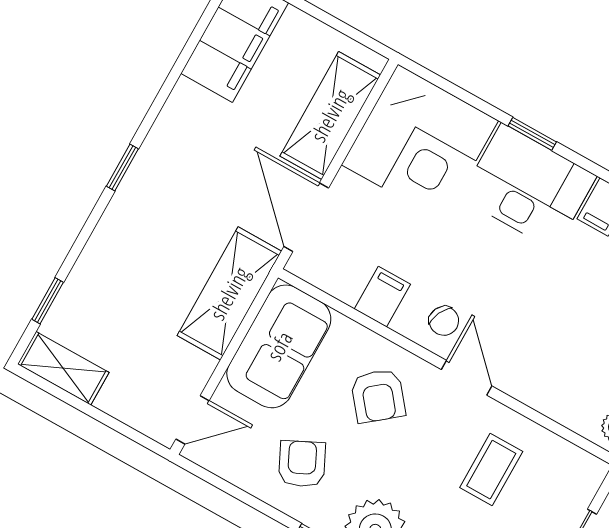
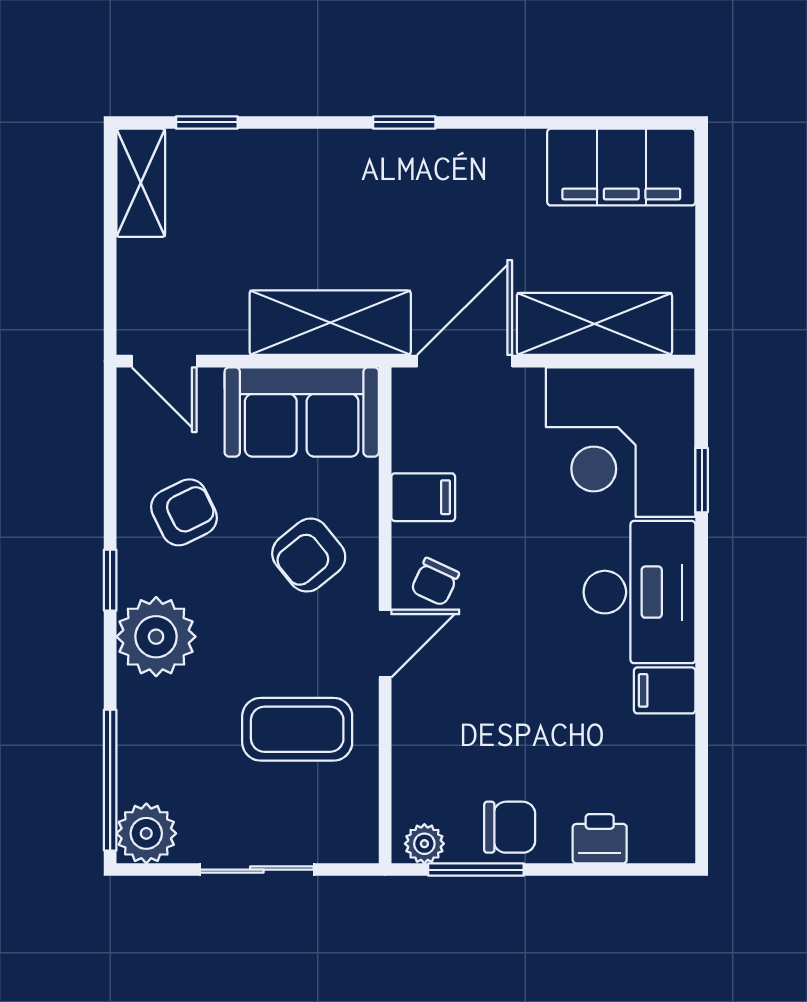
window: (532, 134) -> (702, 480), moved
coffee table: (491, 470) -> (297, 729), width x1.36, depth x1.30

